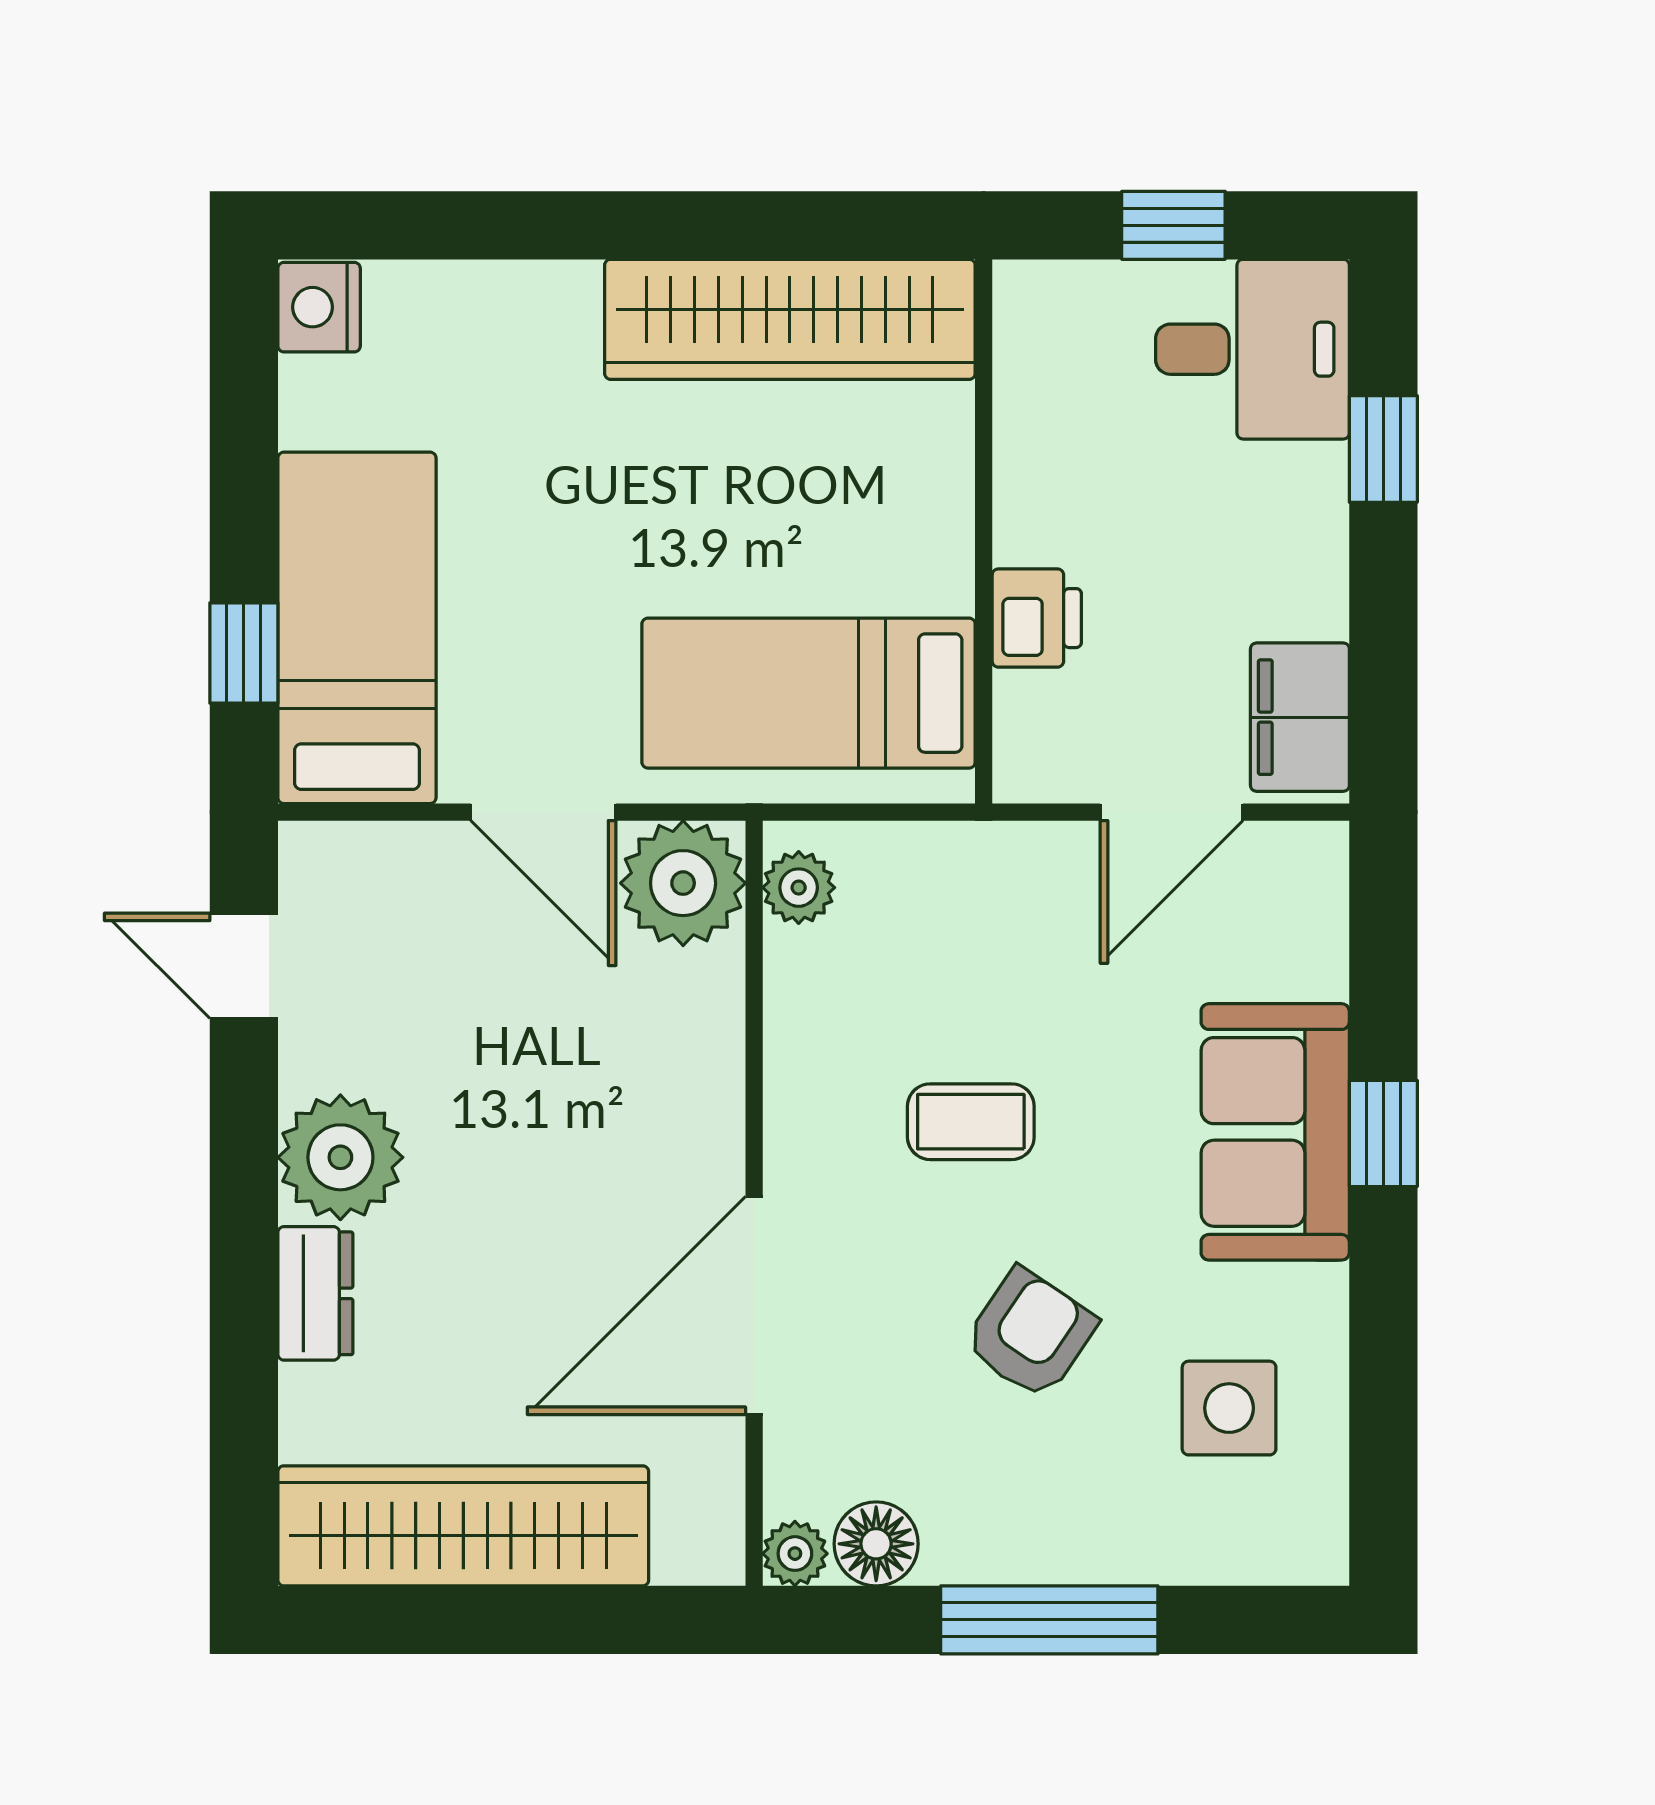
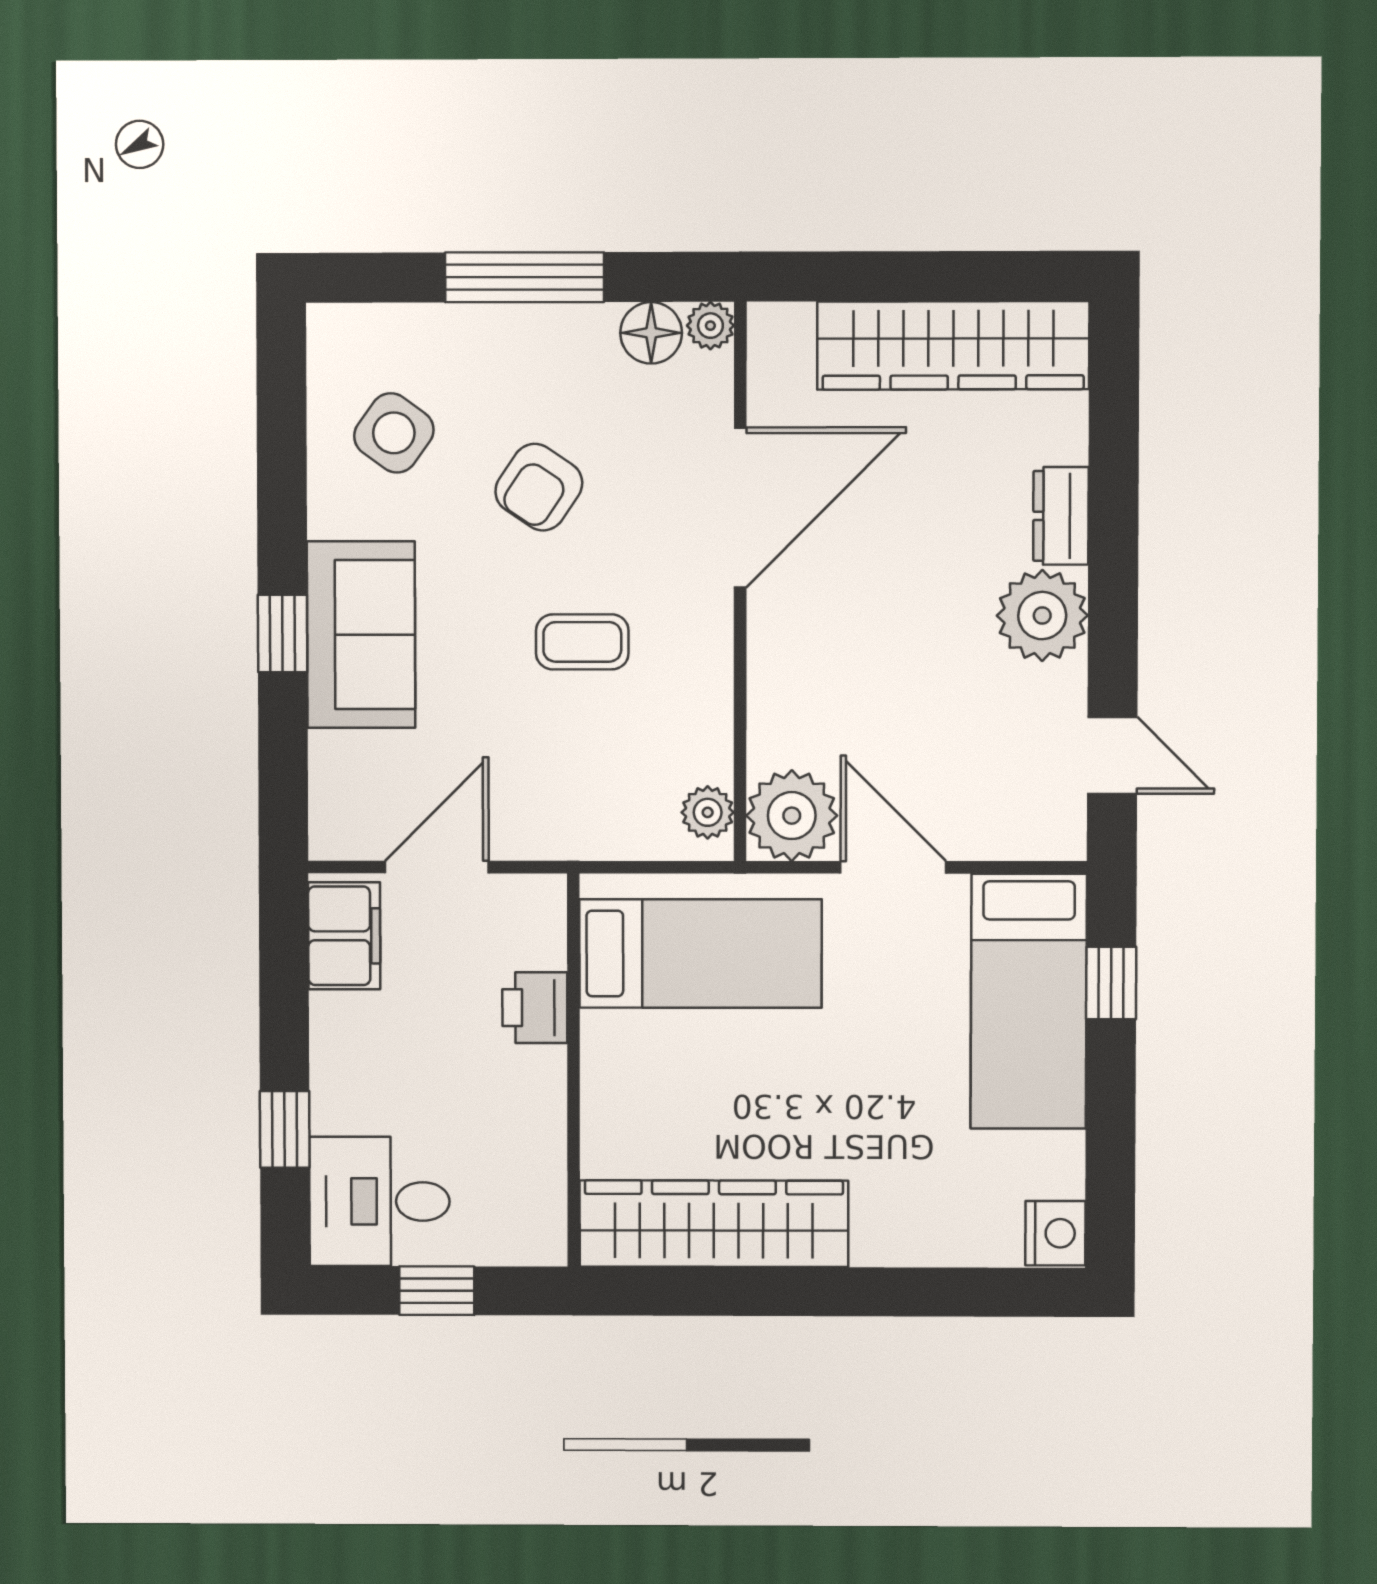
side table: (1229, 1408) -> (394, 433), turned 36

